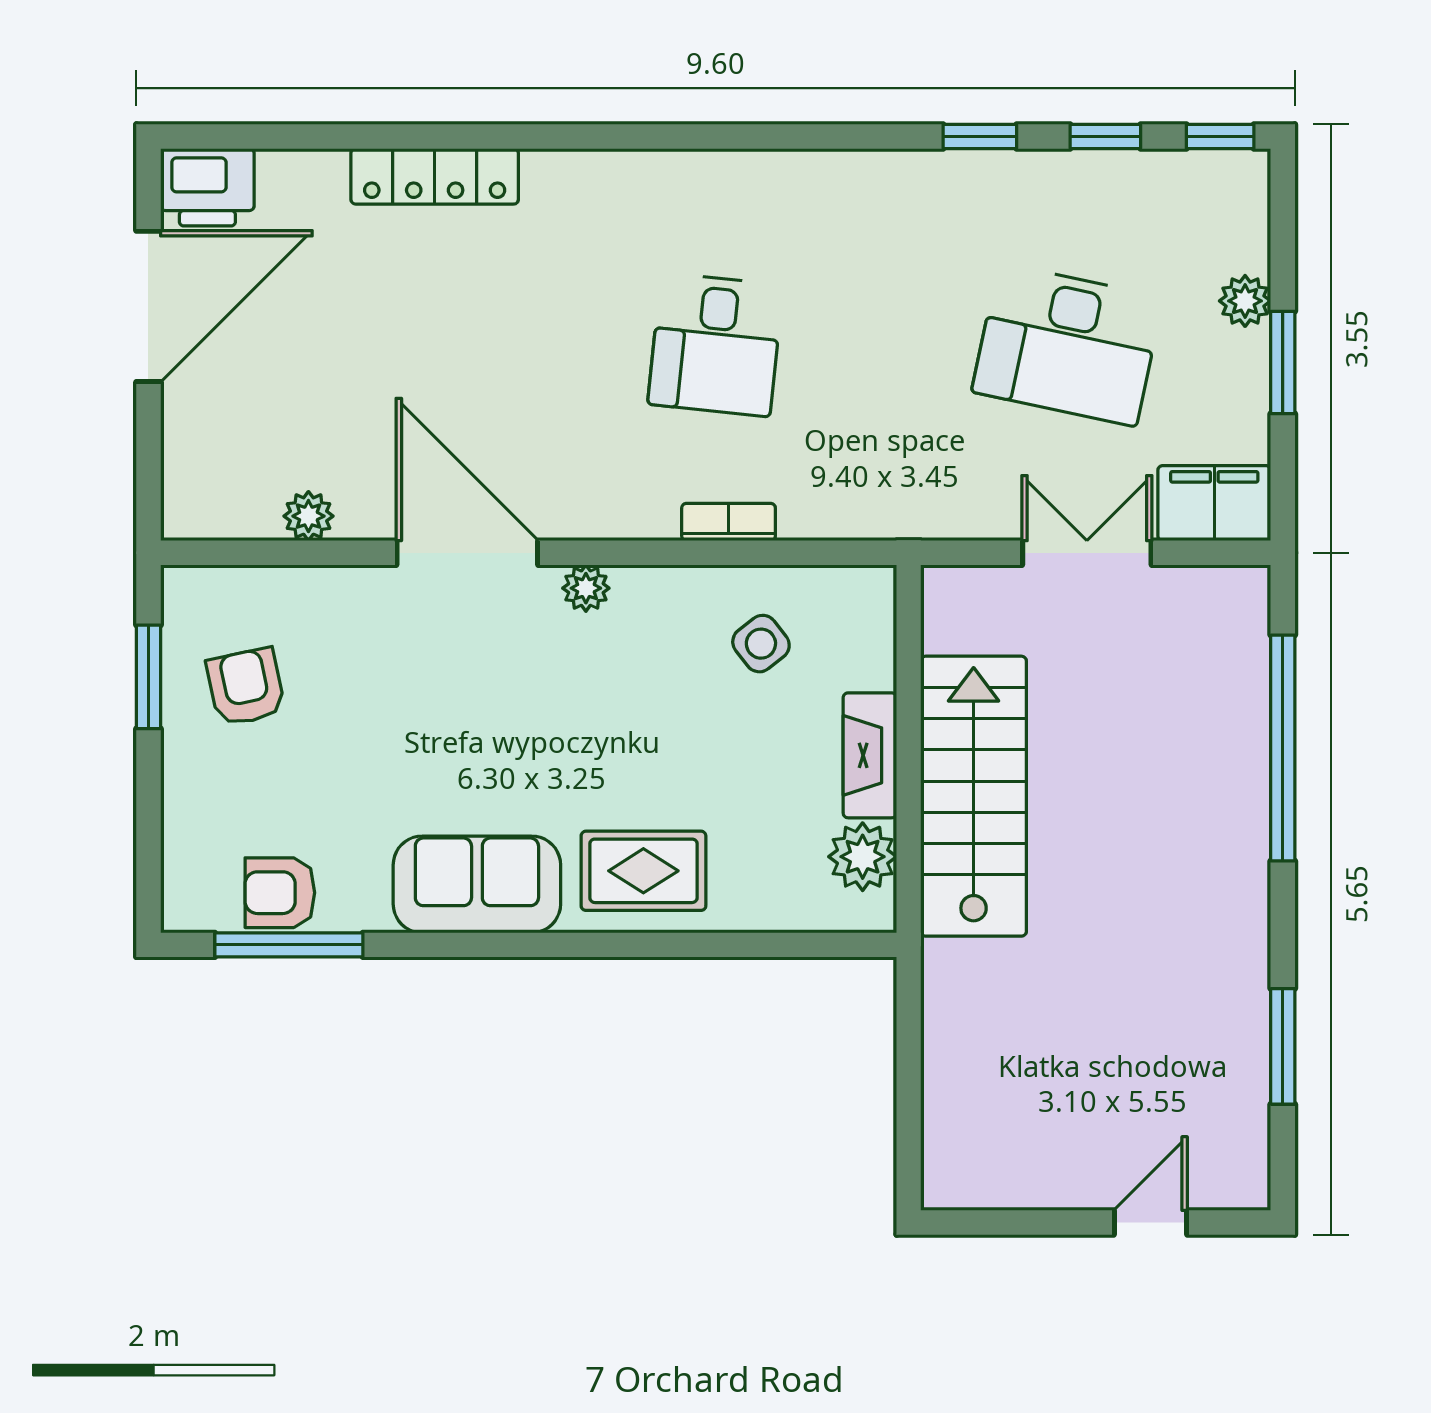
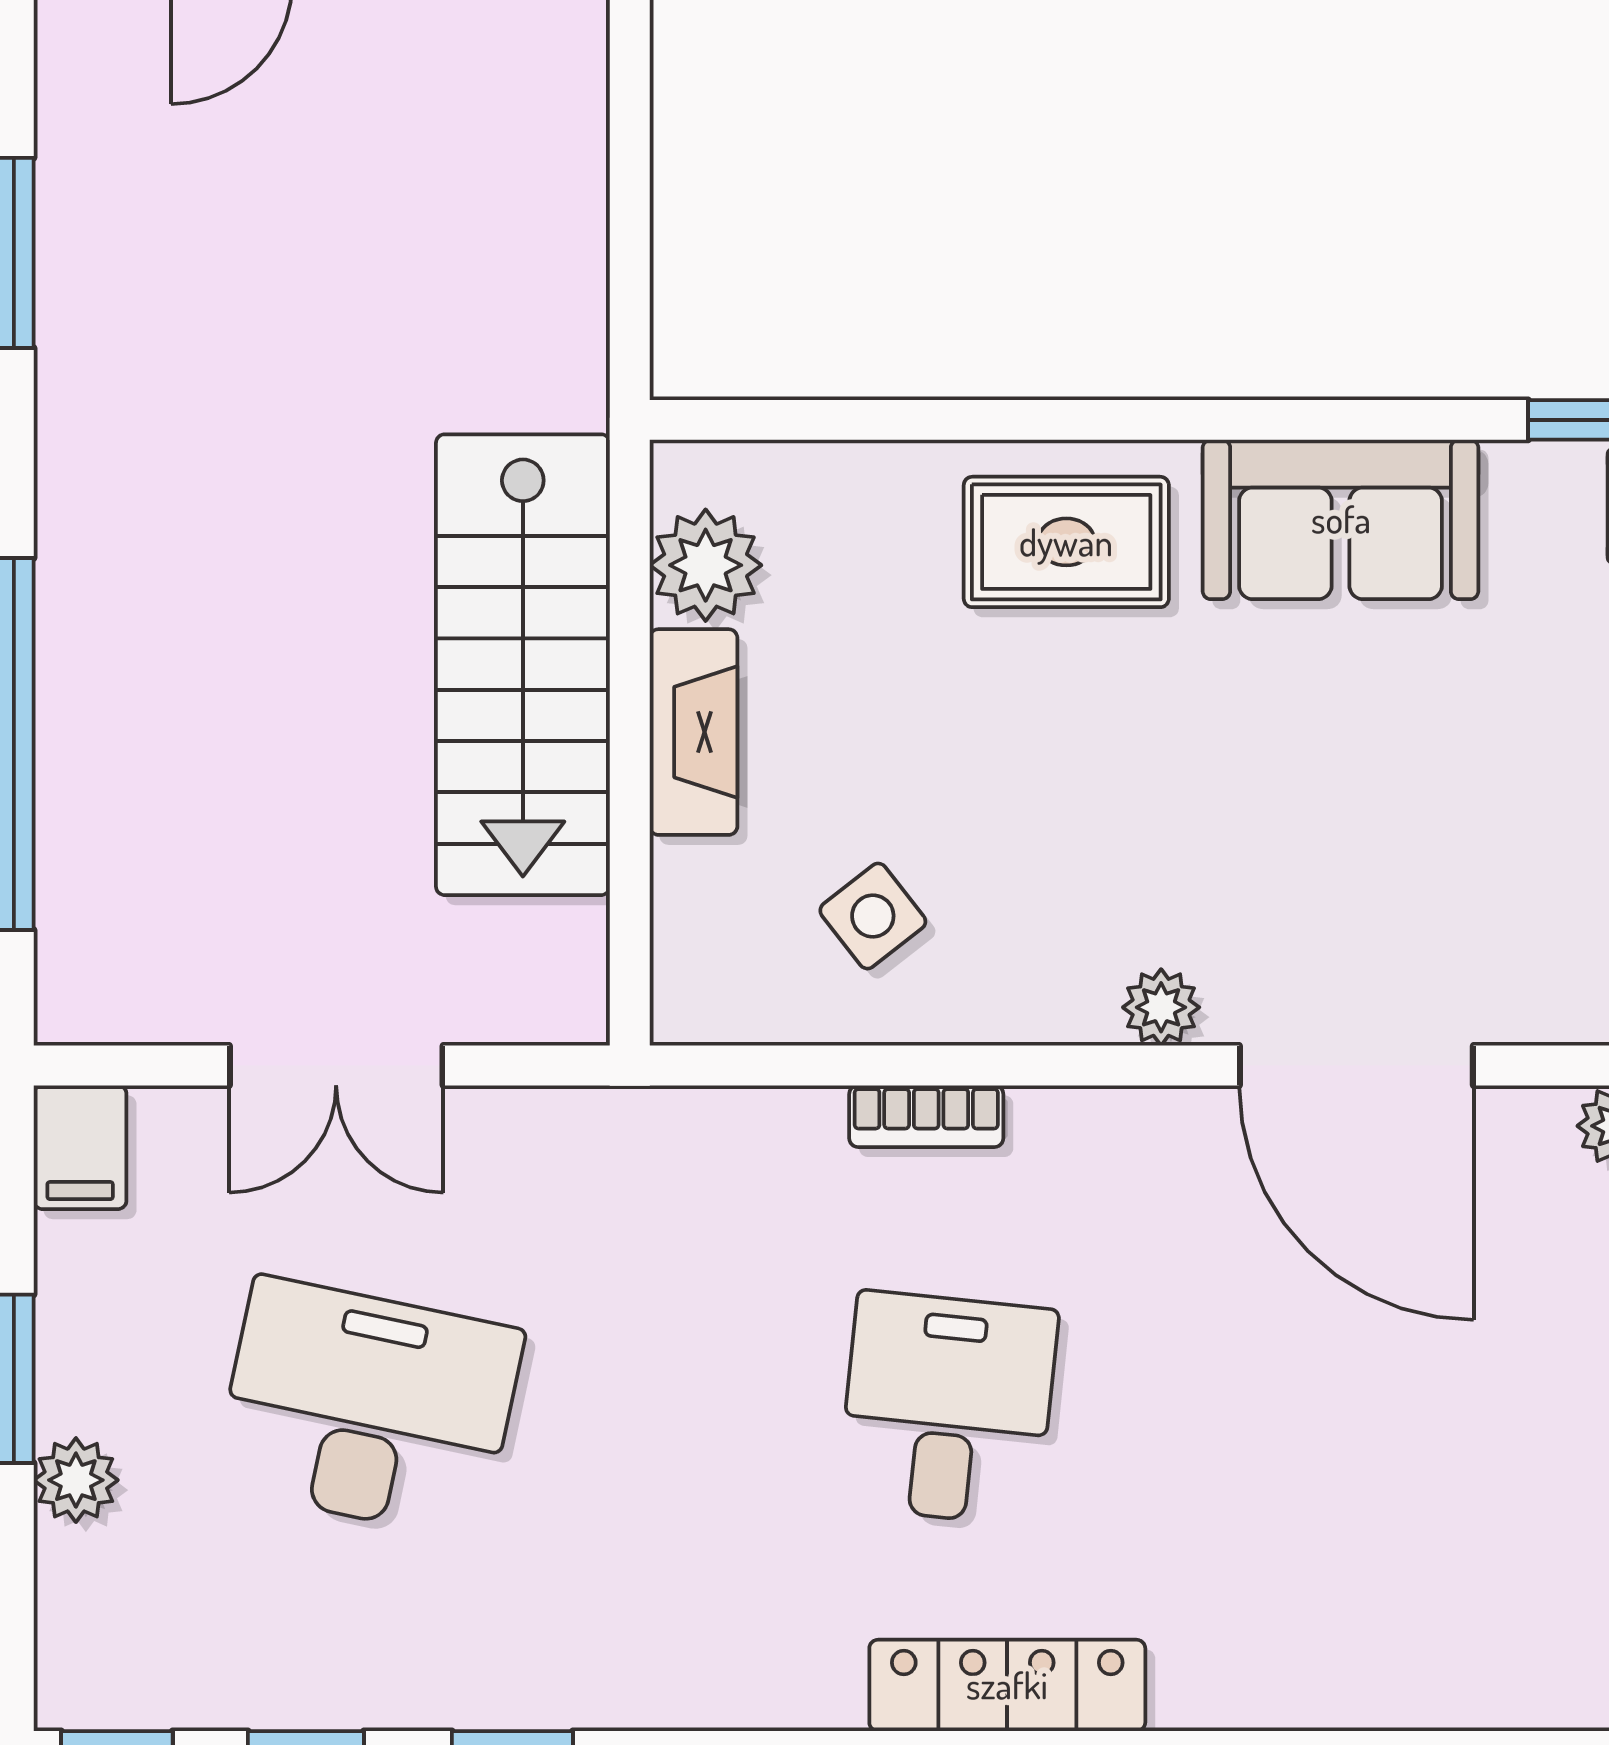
locker: (435, 176) -> (1007, 1685), moved
filing cabinet: (1214, 503) -> (80, 1147), width x0.50

